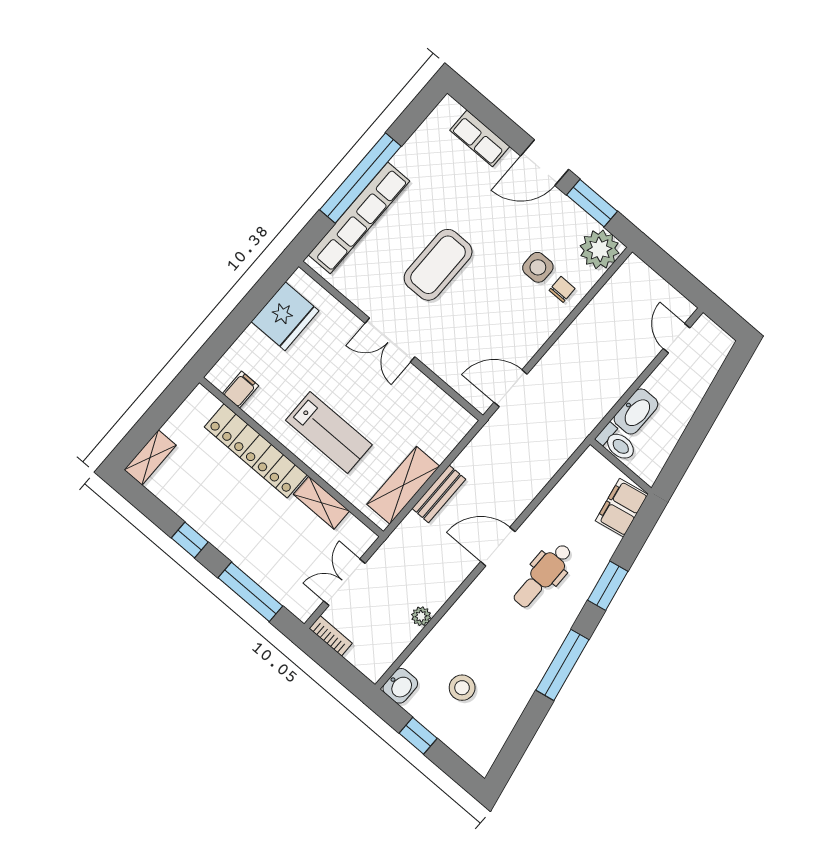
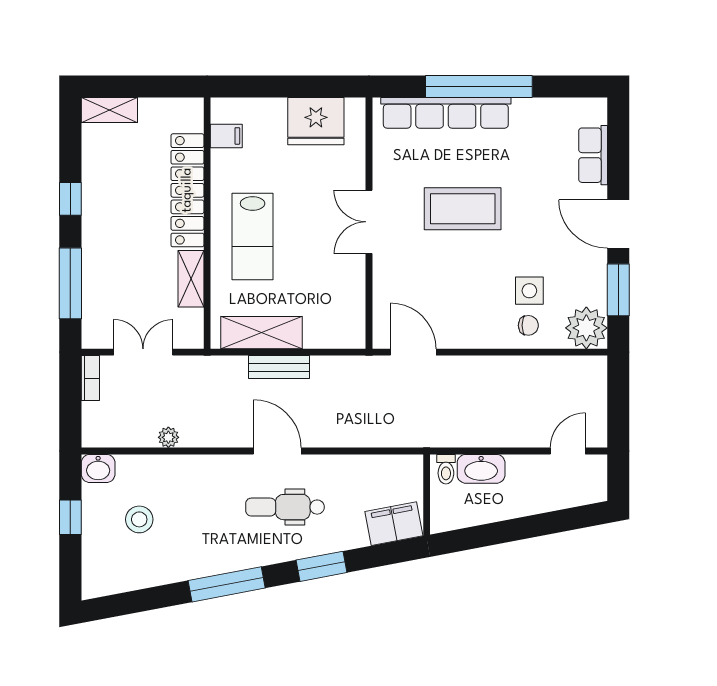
toilet: (617, 443) -> (446, 469), width x0.73, depth x0.72

